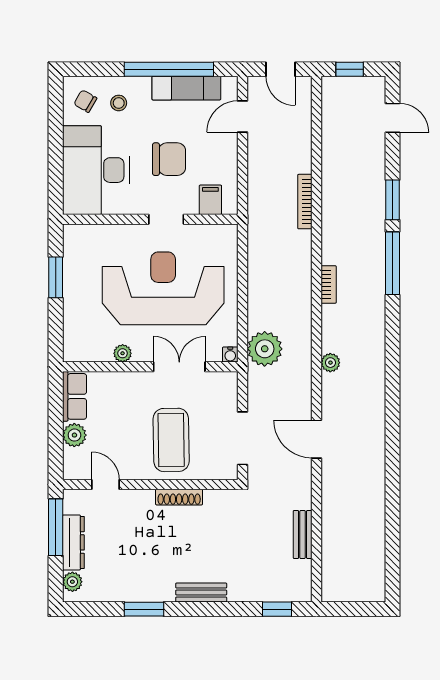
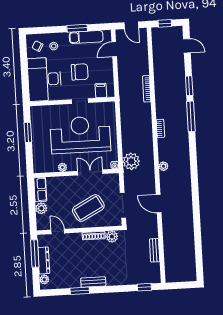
window: (169, 69) -> (77, 28), width x0.47
coffee table: (171, 440) -> (88, 208), turned 63
plant: (216, 501) -> (112, 237), added
bench: (201, 593) -> (93, 282), moved

